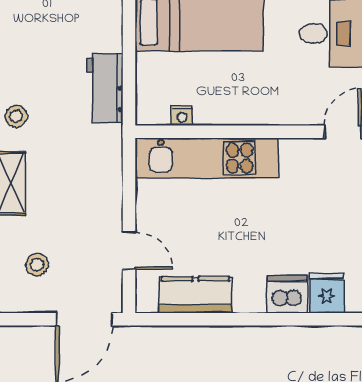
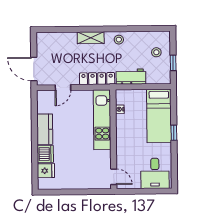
locker: (109, 169) -> (97, 79), added
stool: (37, 265) -> (156, 52), moved
kitchen counter: (195, 295) -> (45, 129), moved

